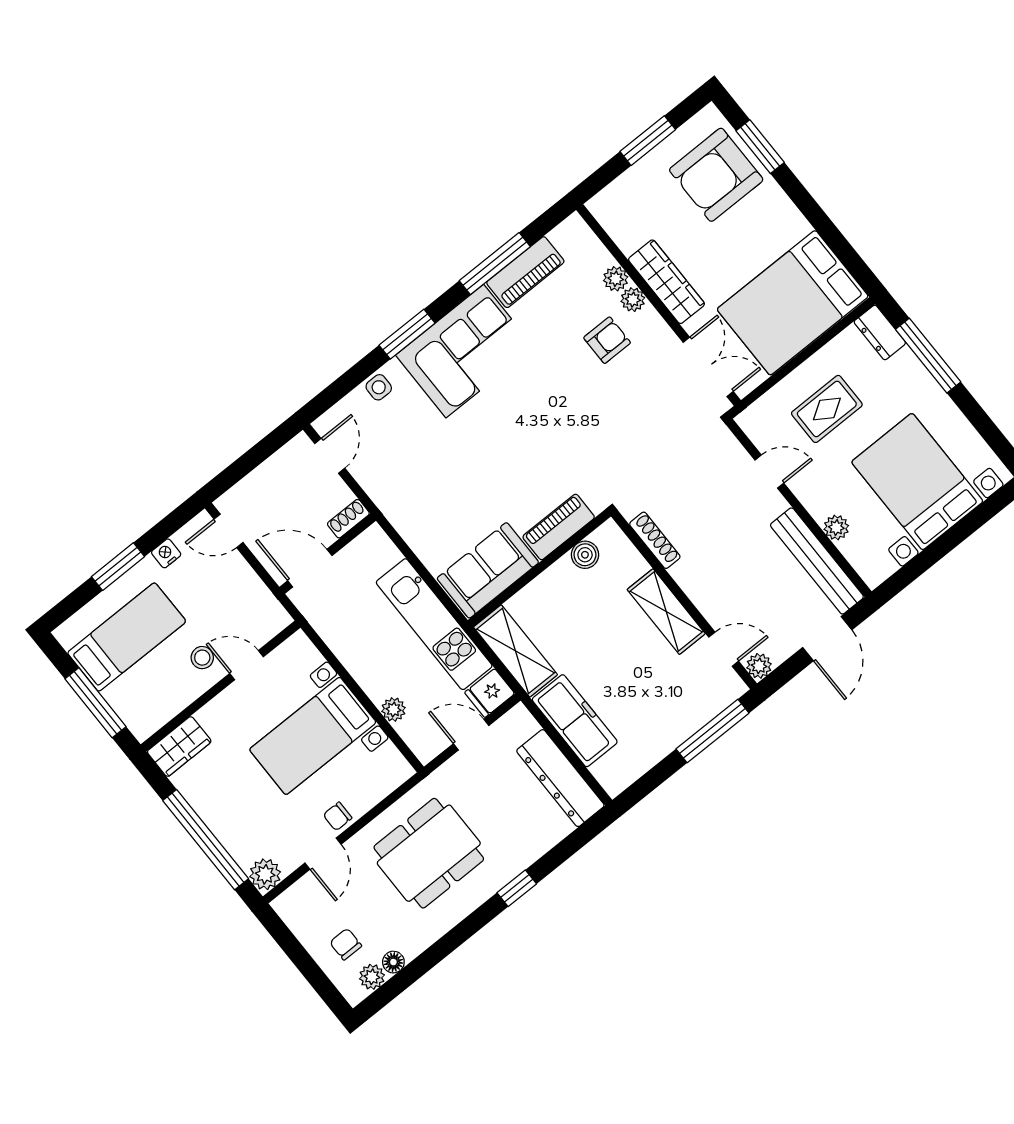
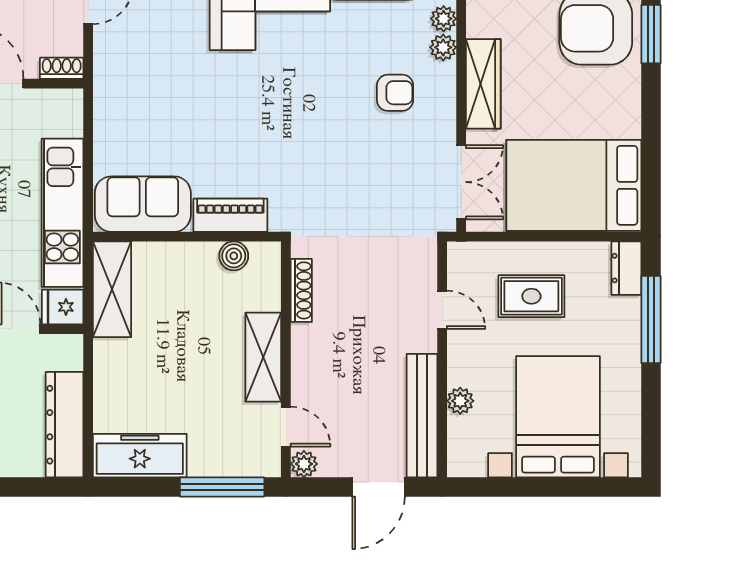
plant: (633, 300) -> (444, 19), moved
freezer: (575, 721) -> (140, 456), moved, turned -90

